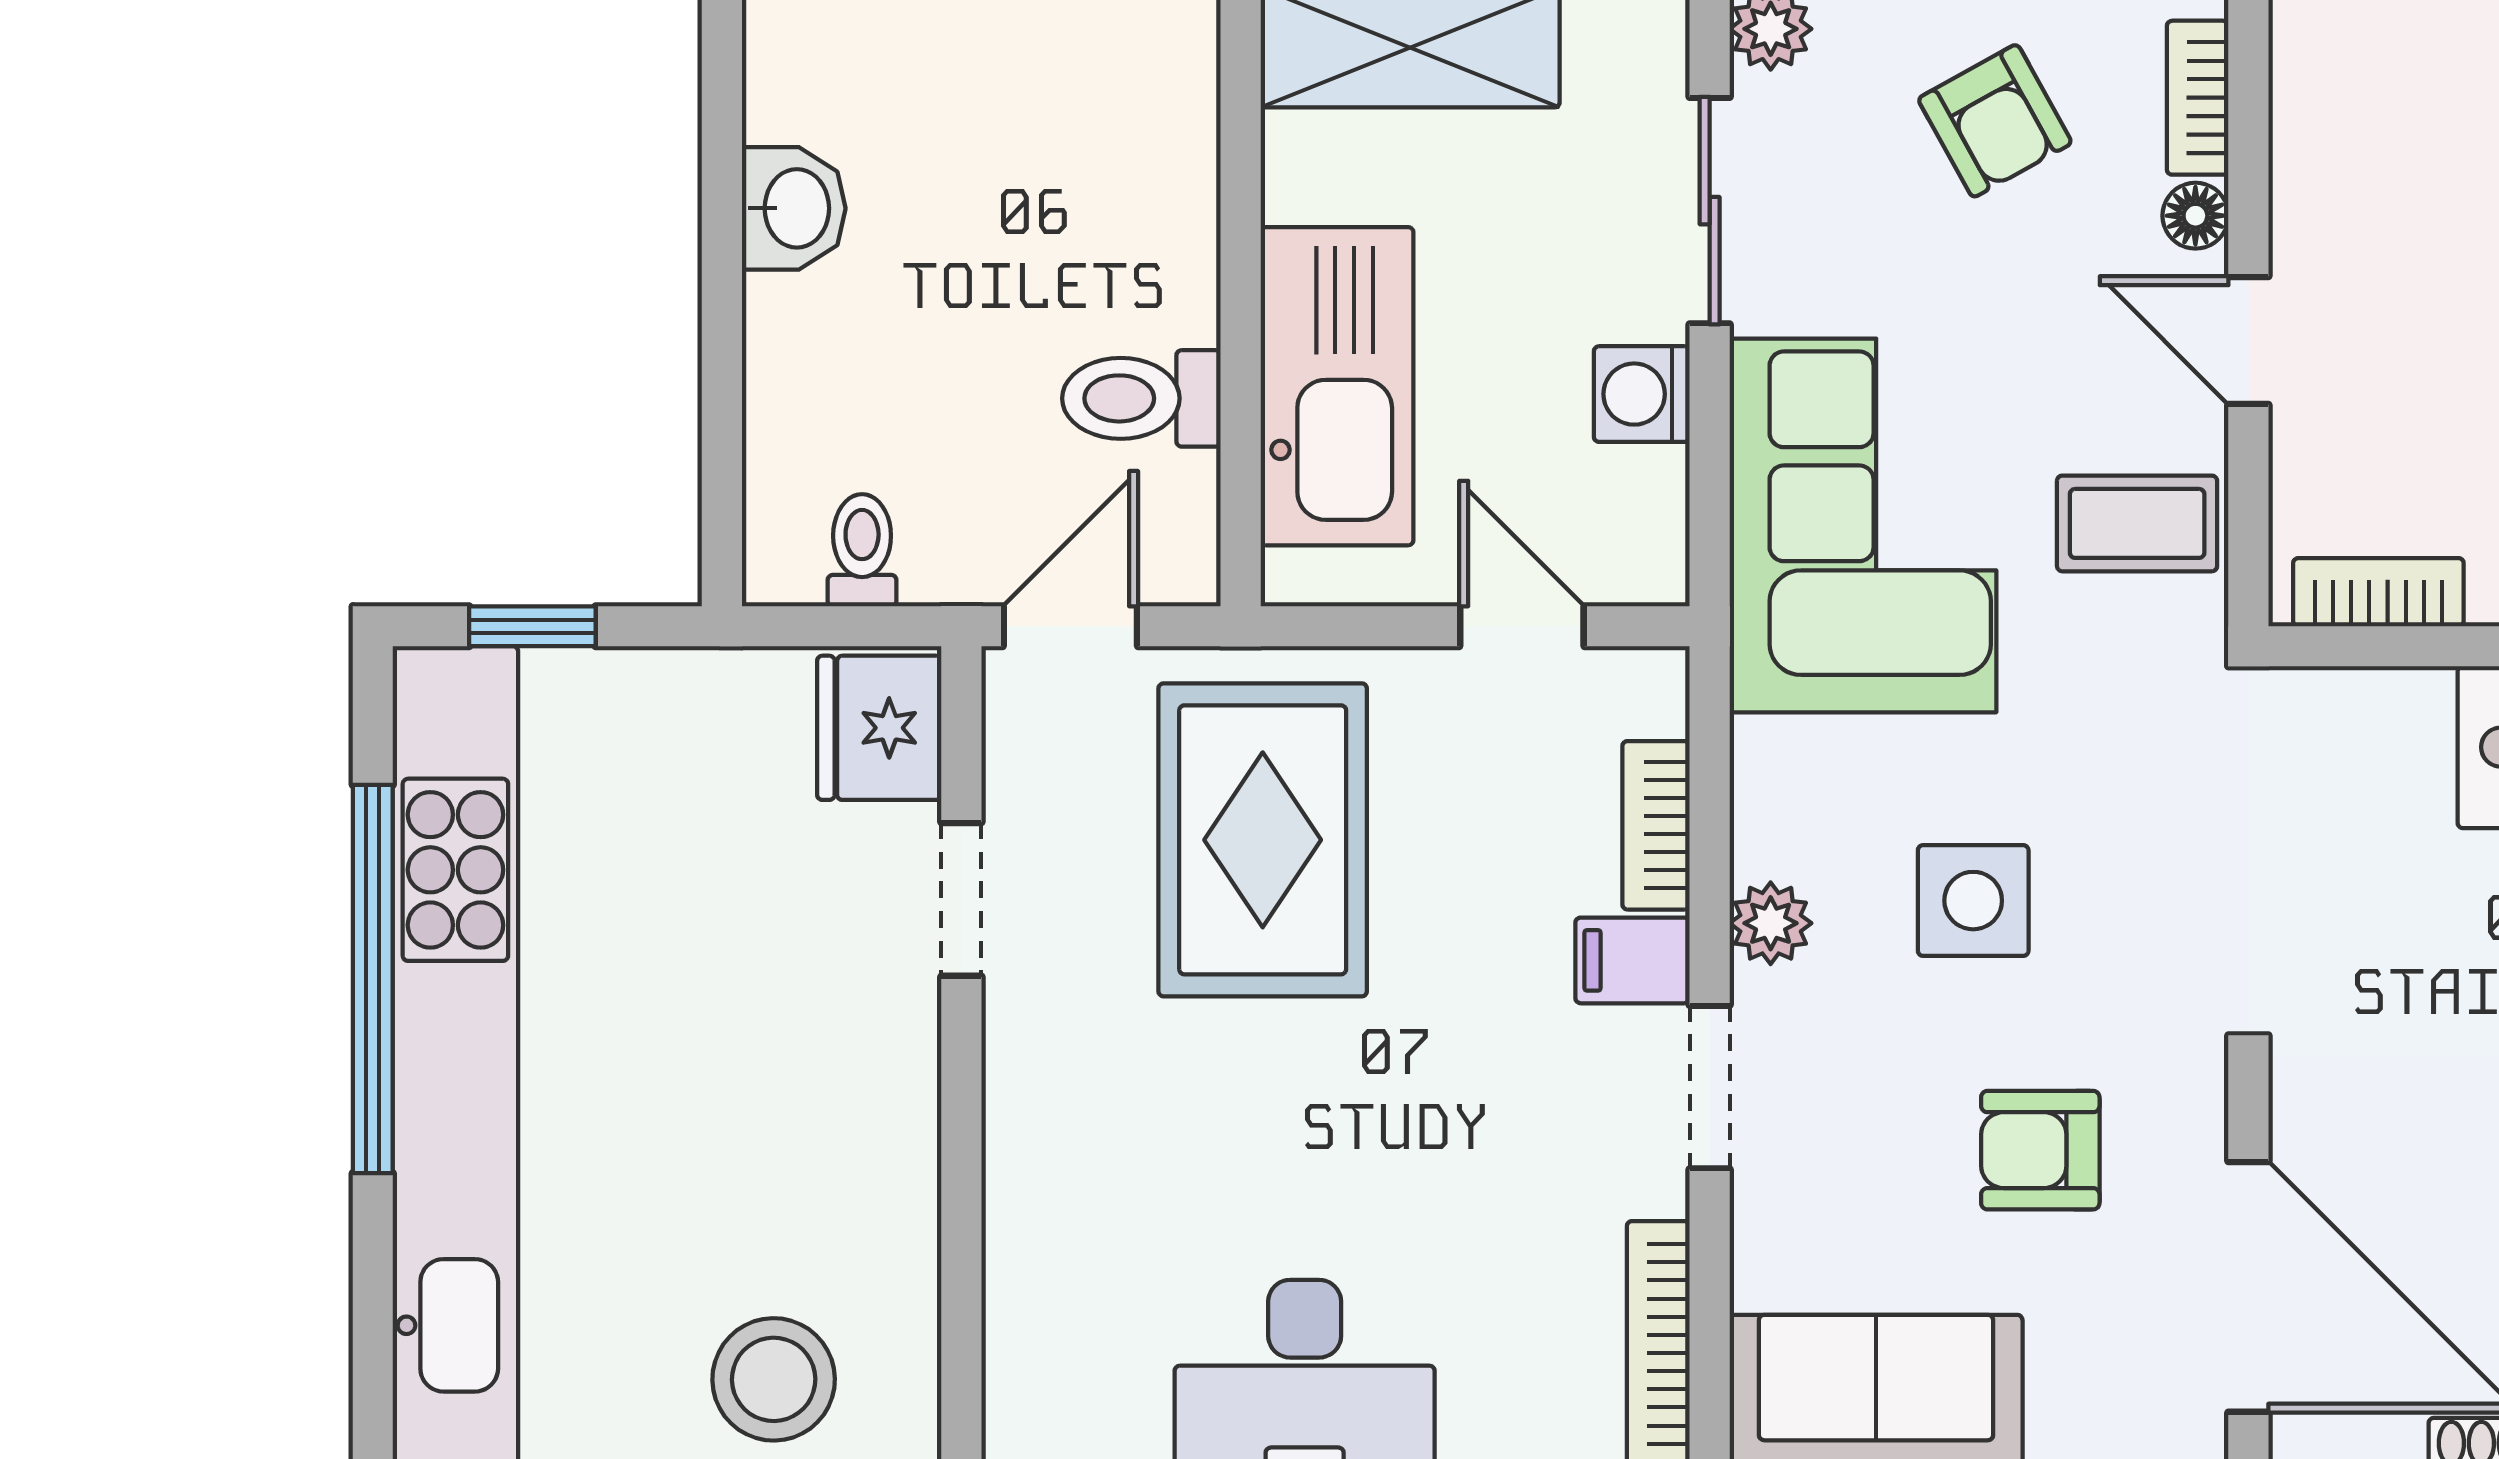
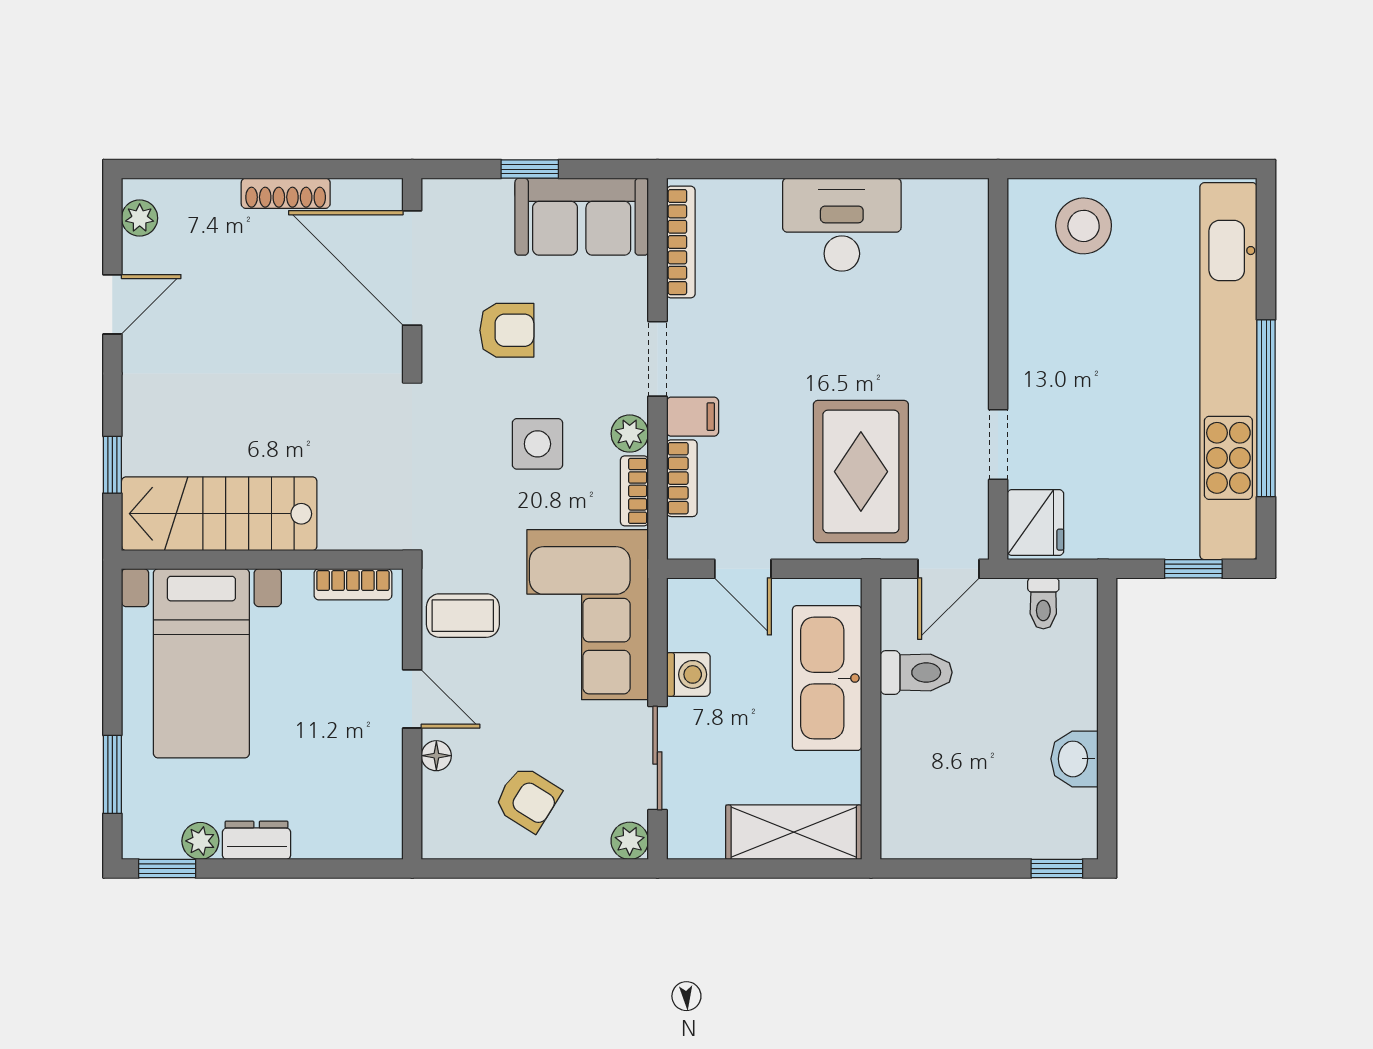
bookcase: (2198, 98) -> (634, 491), moved, turned 180
armchair: (1995, 121) -> (528, 799), turned 151

